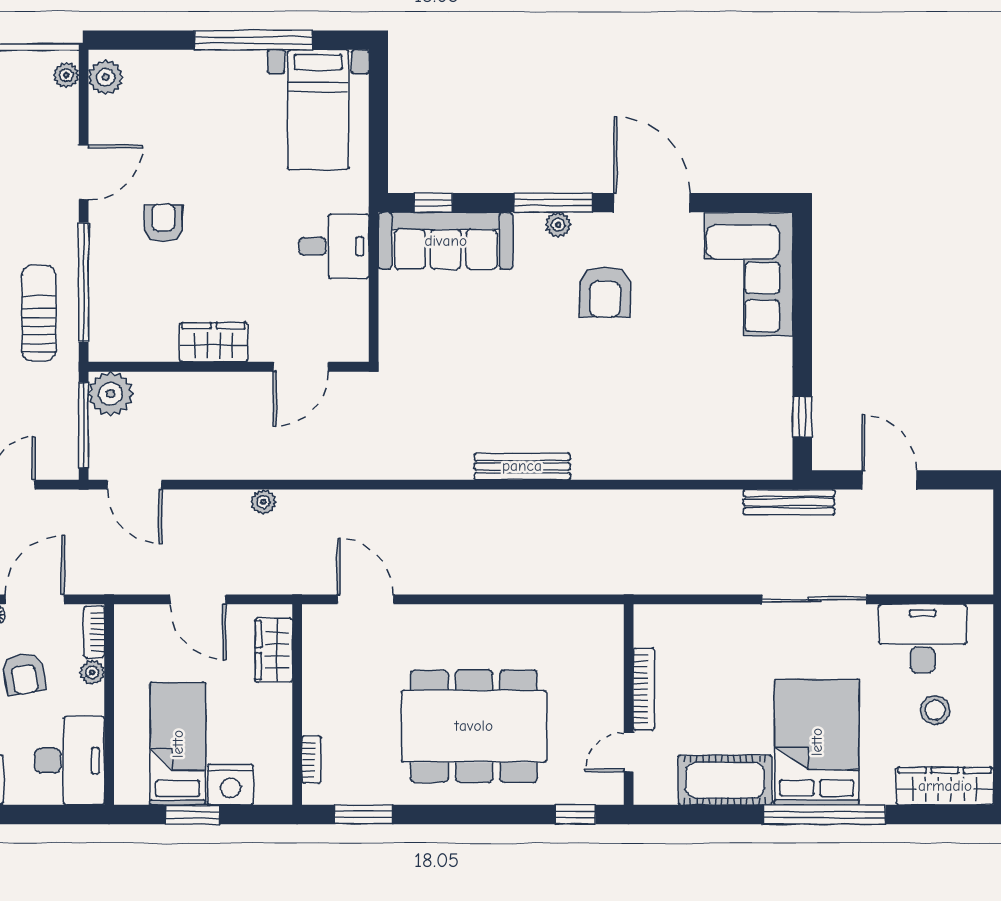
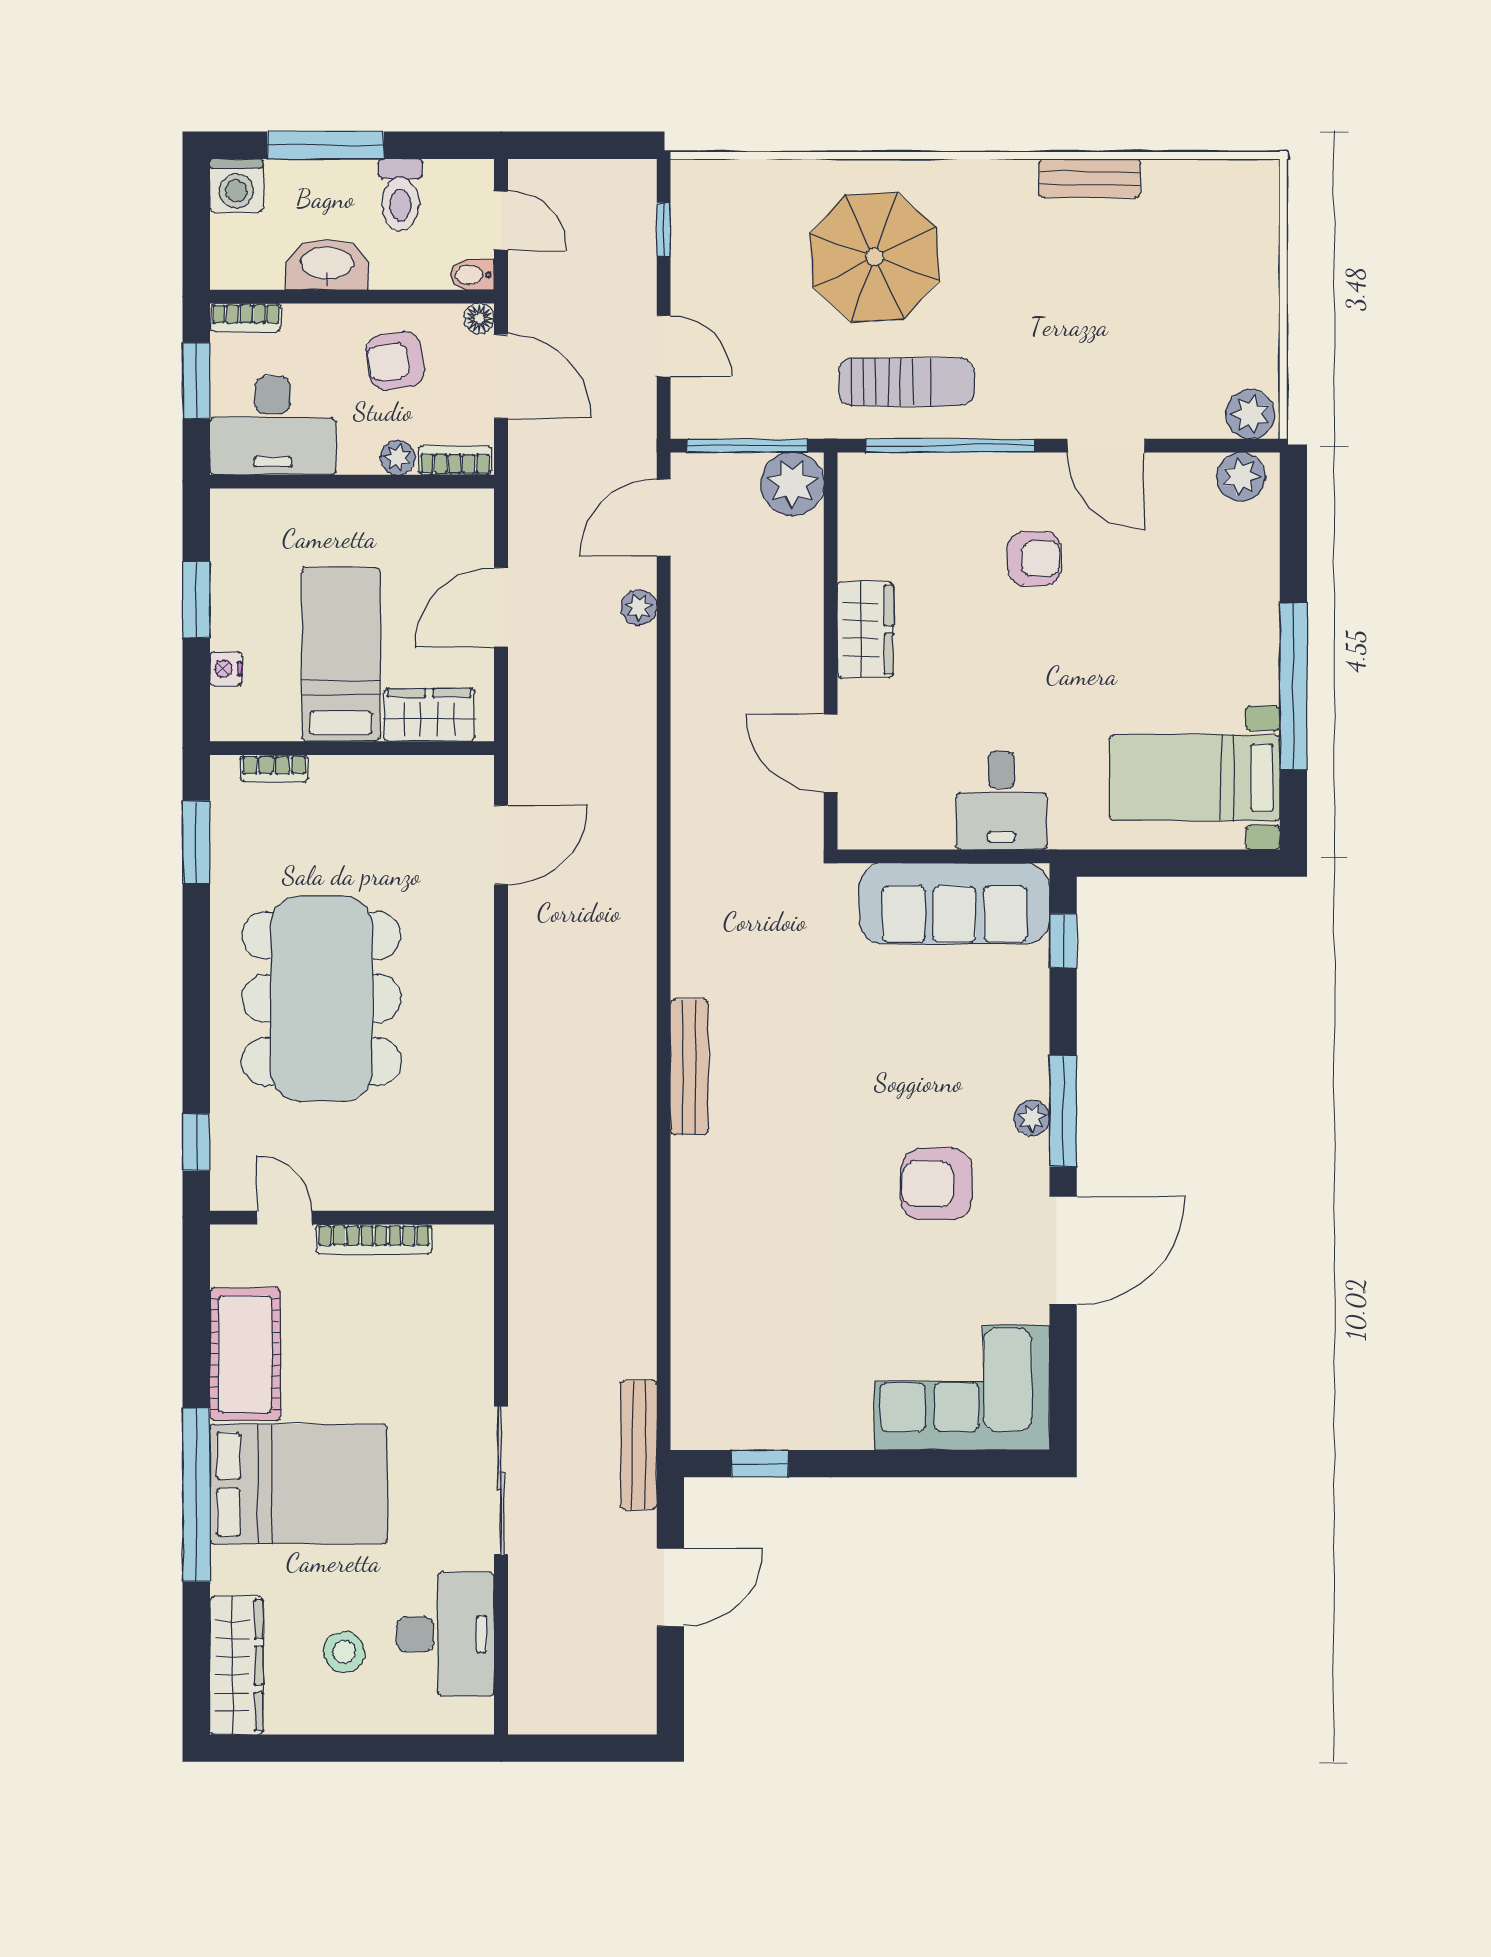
plant: (66, 75) -> (1250, 414), width x1.38, depth x1.38
sofa: (446, 241) -> (954, 904), moved, turned -90
plant: (263, 502) -> (639, 607), moved
bed: (178, 744) -> (341, 654), moved, turned -90
nightstand: (231, 785) -> (226, 669), width x0.53, depth x0.56
window: (38, 815) -> (196, 381), added

